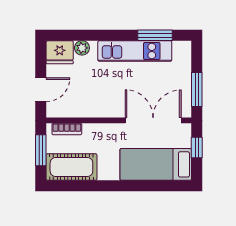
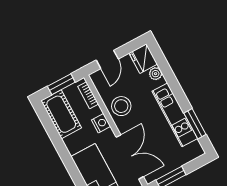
door: (41, 90) -> (107, 60), hinge flipped
stool: (96, 101) -> (121, 106), added
nightstand: (103, 131) -> (101, 123), added

